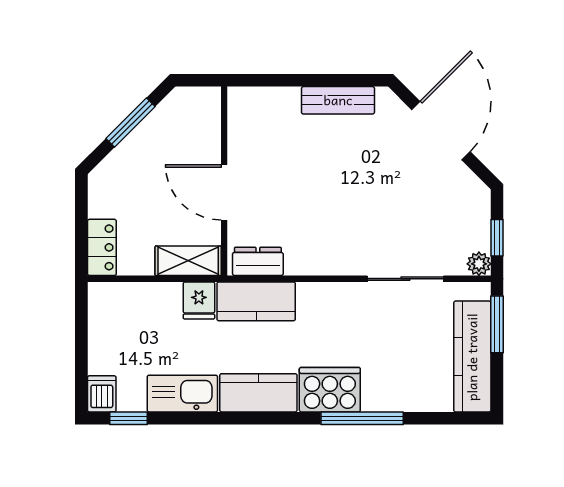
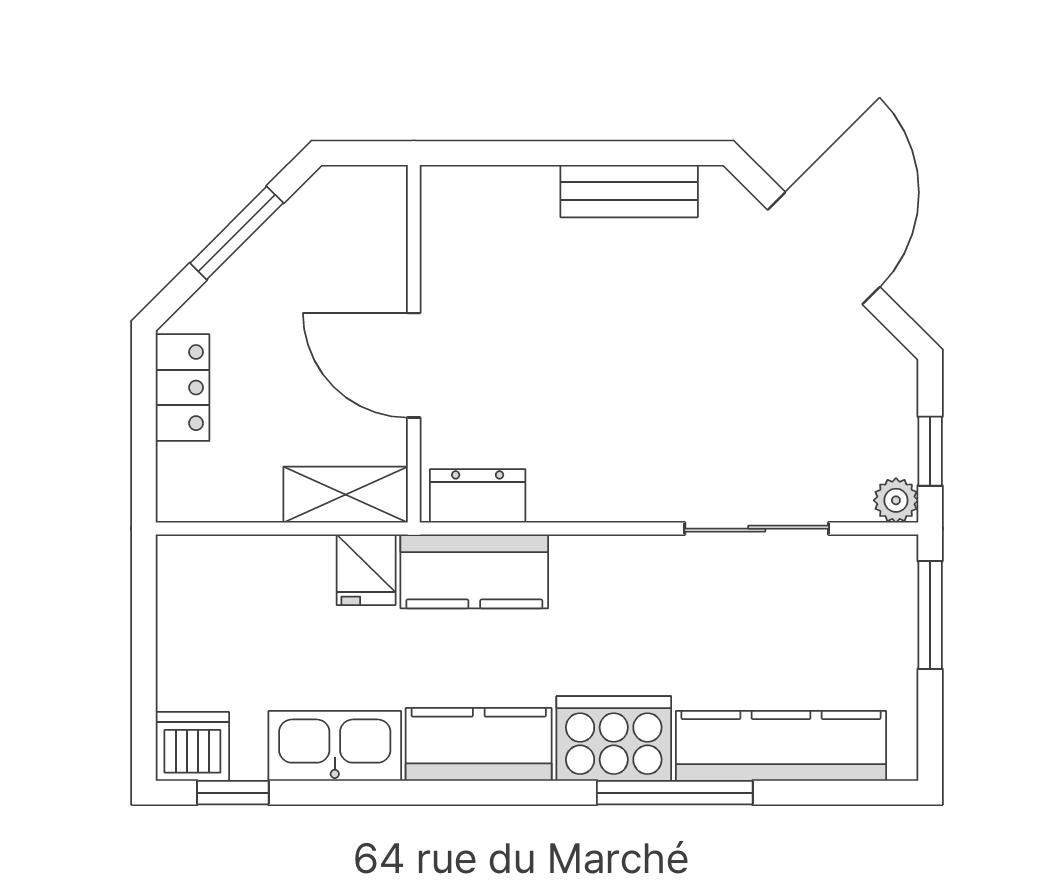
locker: (102, 247) -> (183, 388), moved
kitchen counter: (472, 357) -> (781, 746), moved, turned 90
dishwasher: (102, 394) -> (192, 746), width x1.38

